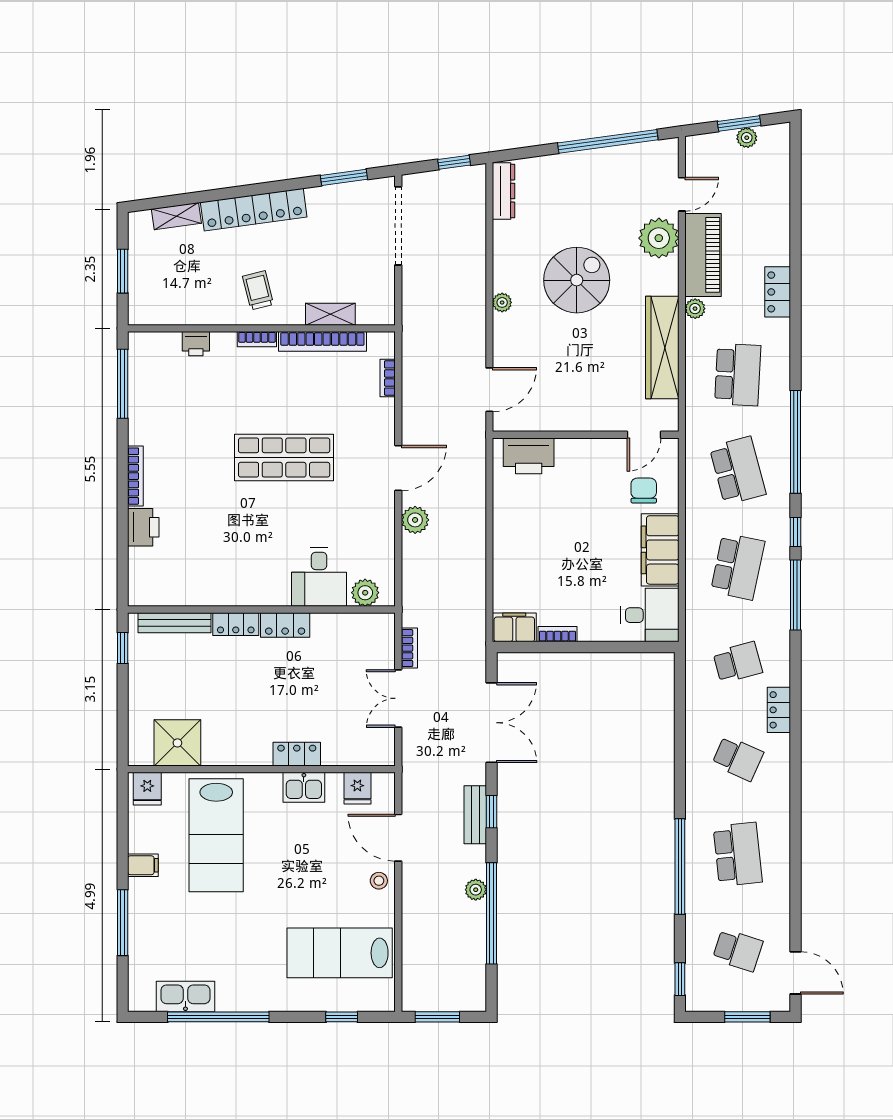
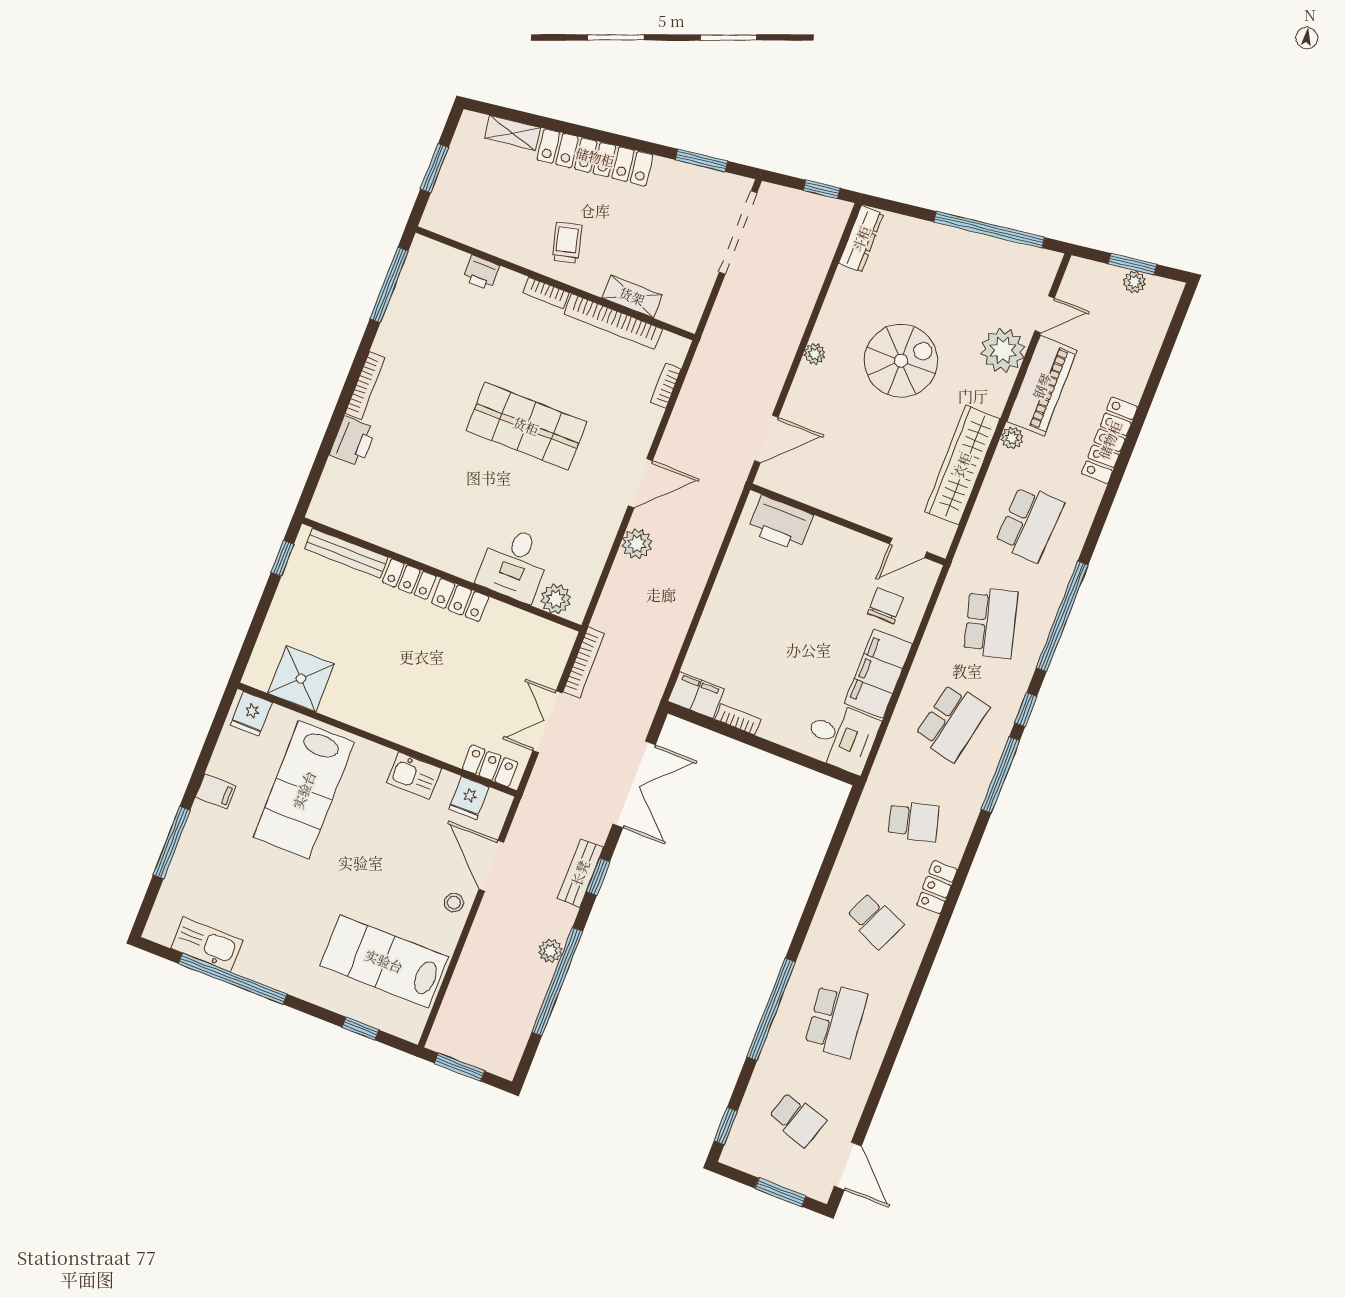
locker: (778, 292) -> (1110, 440), width x1.53
bookcase: (409, 648) -> (584, 662), width x1.56
locker: (297, 754) -> (490, 766), moved

